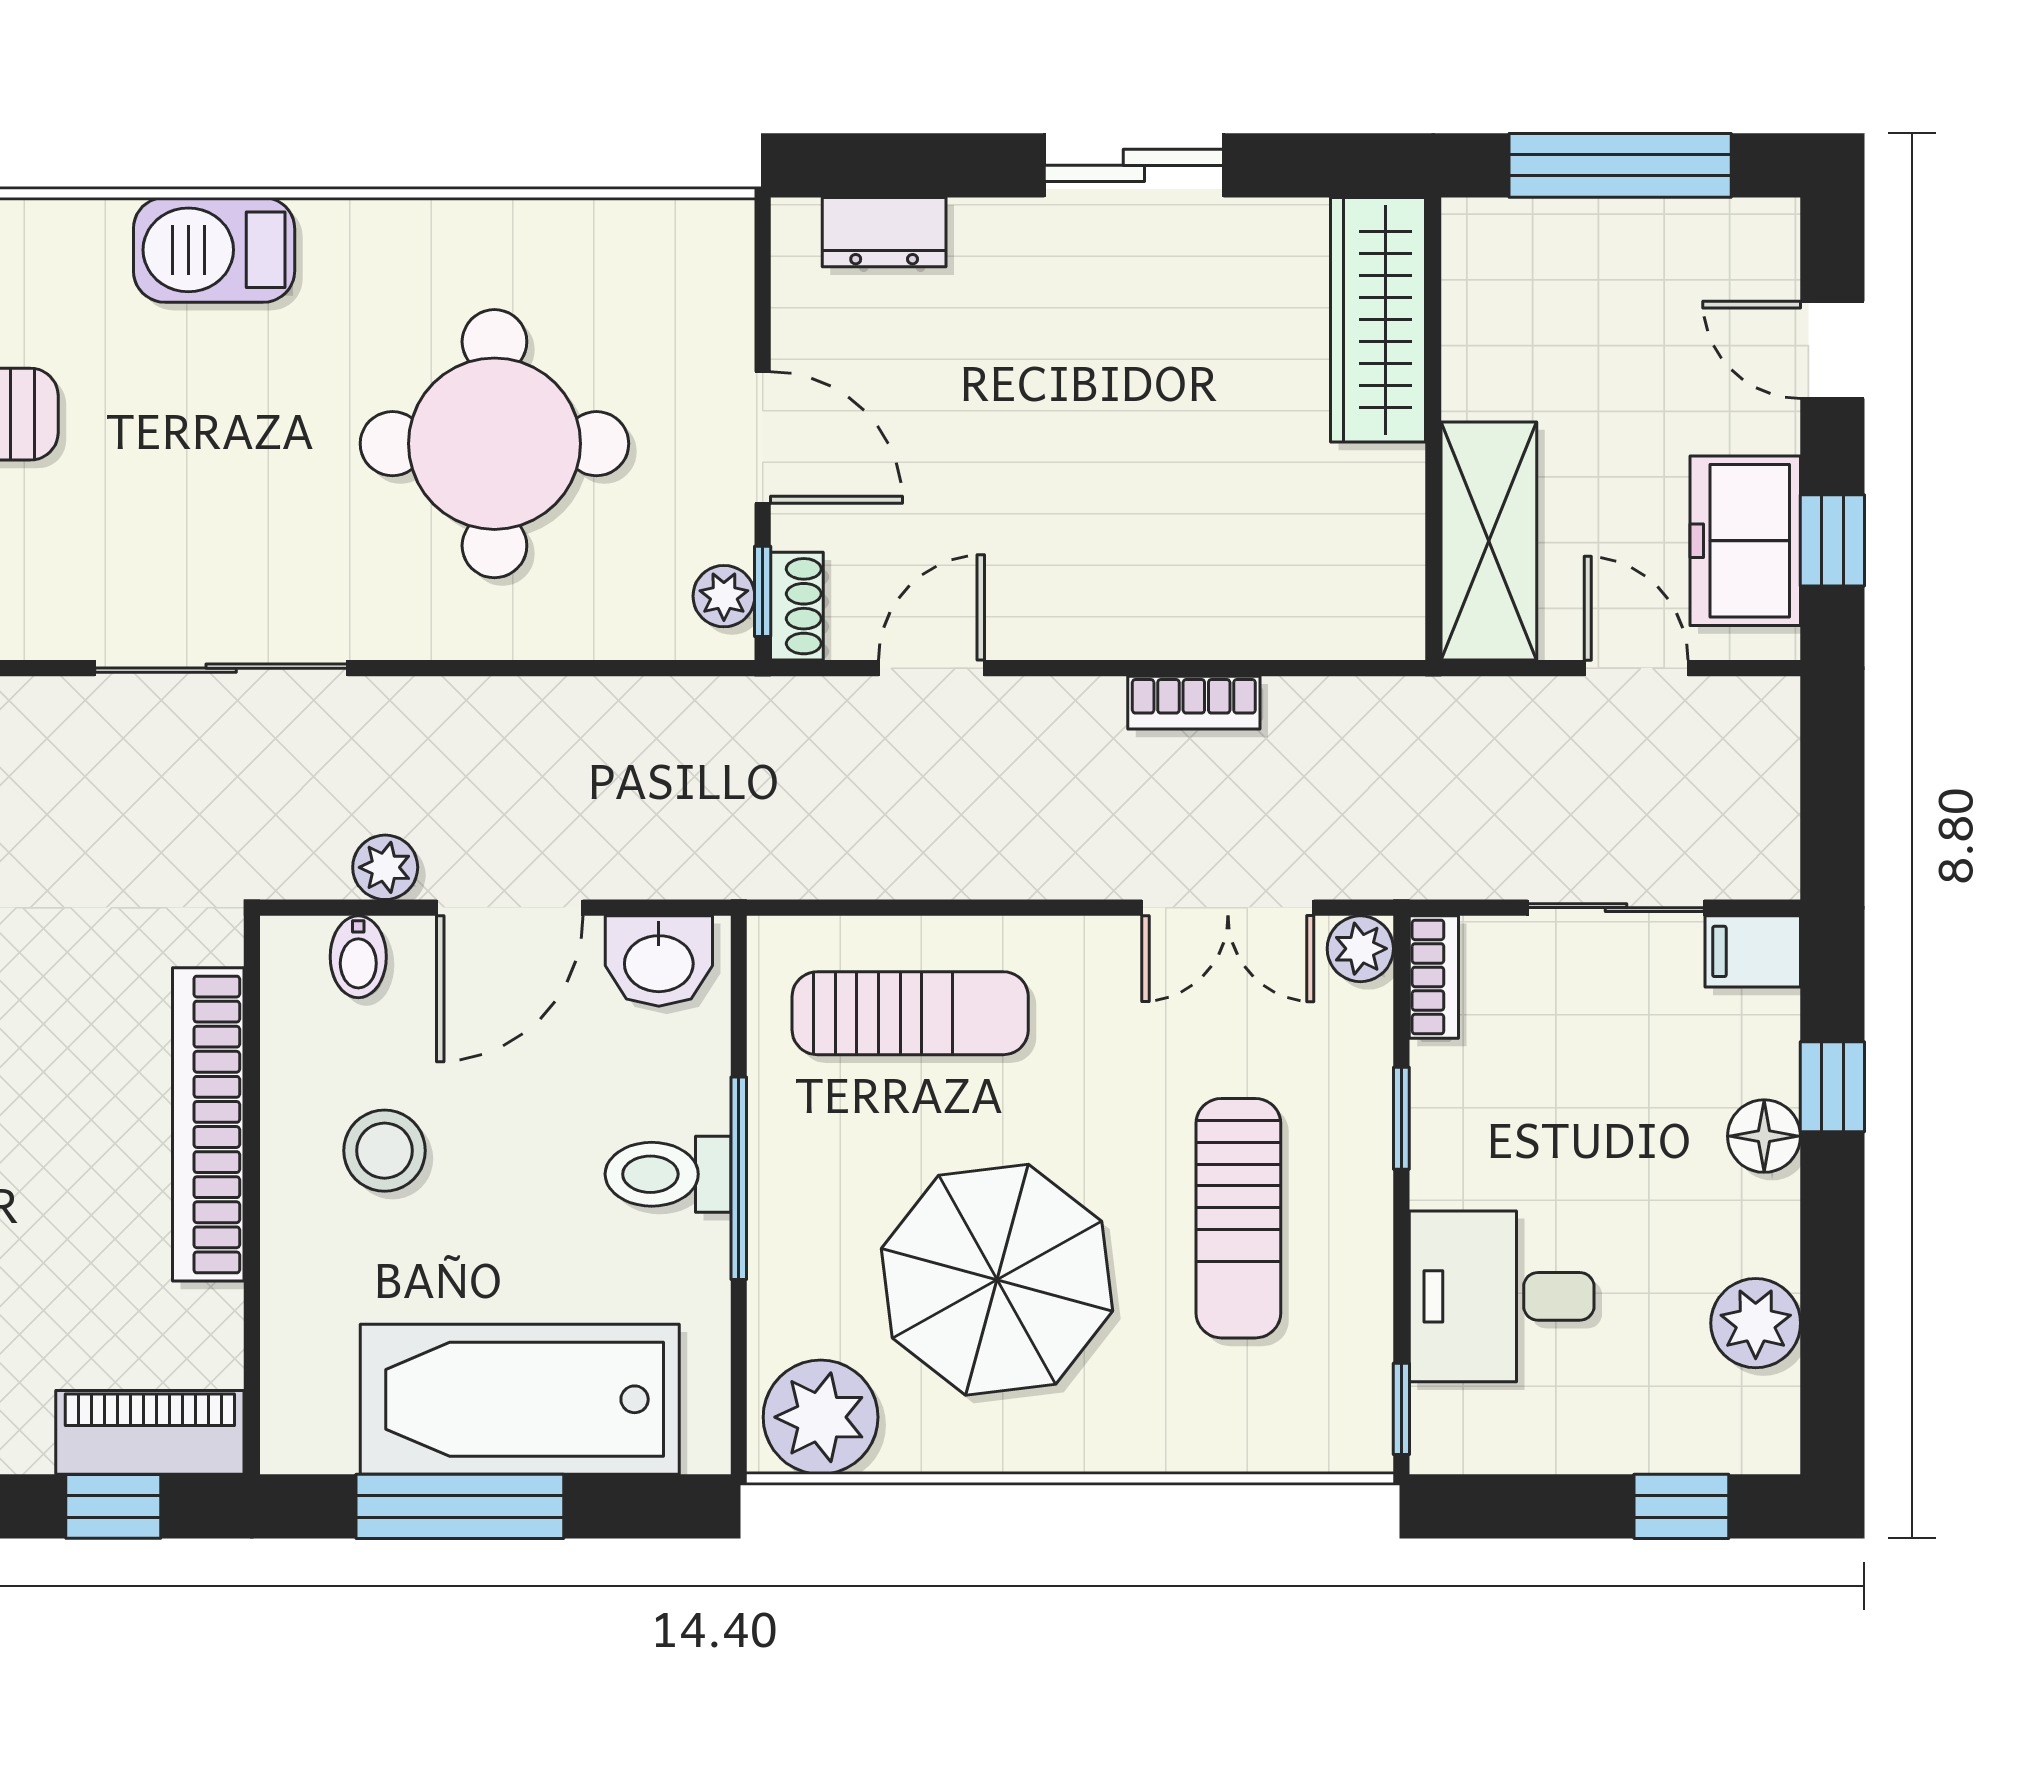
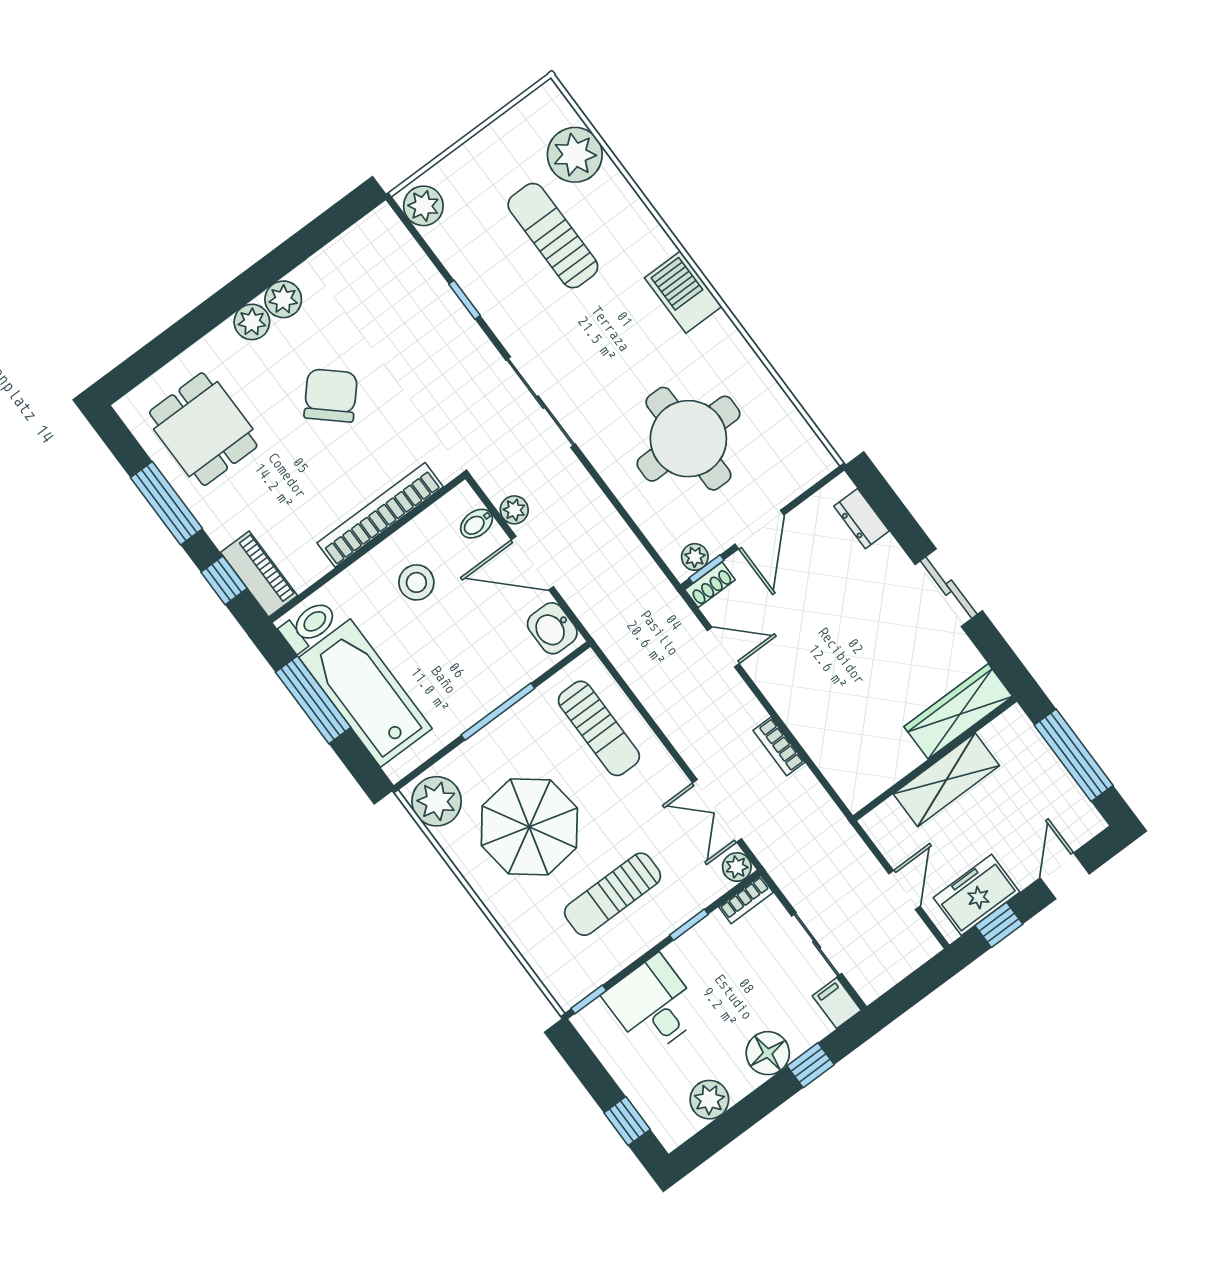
shelving: (1489, 541) -> (946, 780), moved
floor lamp: (1764, 1136) -> (768, 1053), width x1.38, depth x1.38
toilet: (668, 1174) -> (309, 626), moved, turned 90

